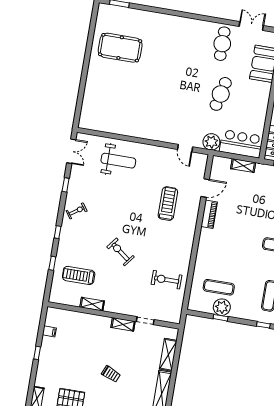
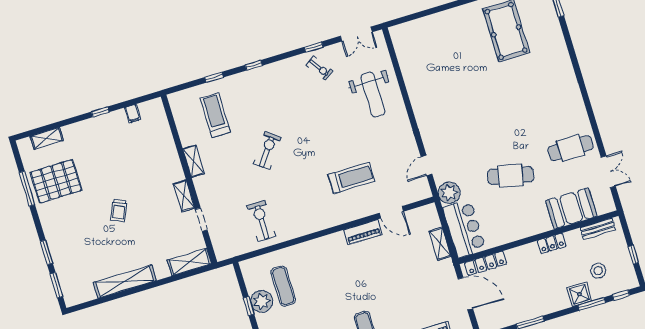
exercise bike: (77, 211) -> (320, 68), moved
shelving: (92, 304) -> (194, 161), moved
shelving: (168, 355) -> (190, 262), moved

